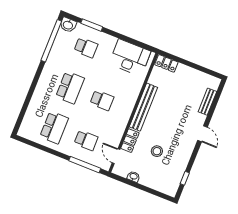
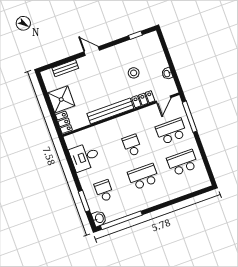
desk: (130, 58) -> (85, 157), width x0.73
shower: (186, 77) -> (61, 99), added
door: (202, 134) -> (92, 51), hinge flipped
school desk: (86, 140) -> (171, 131), width x1.85

